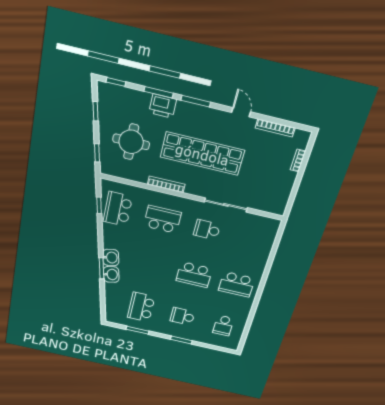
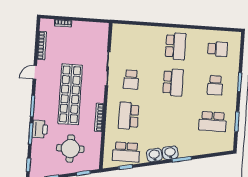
washbasin: (111, 274) -> (154, 155), moved

